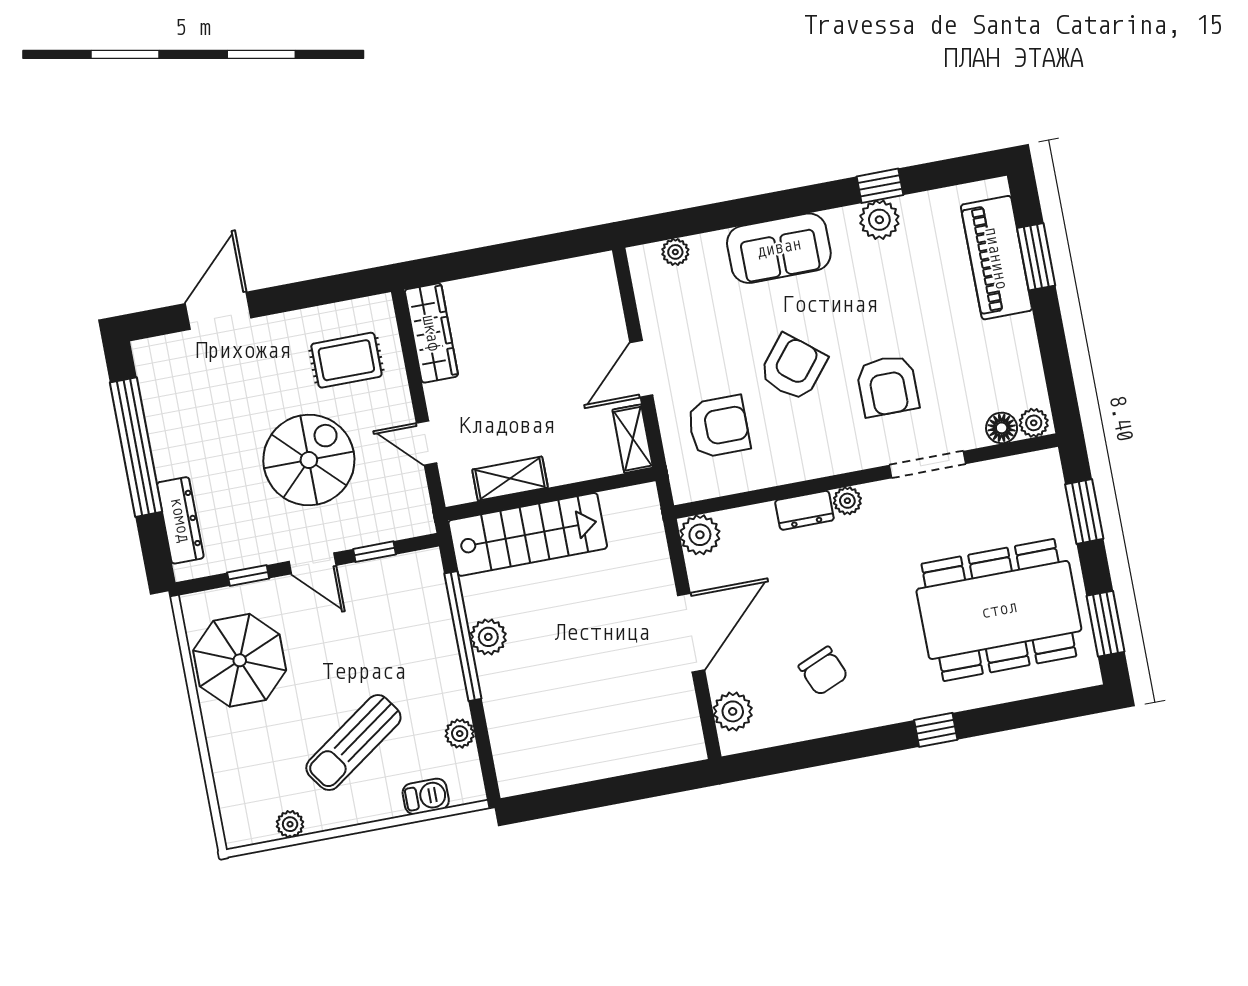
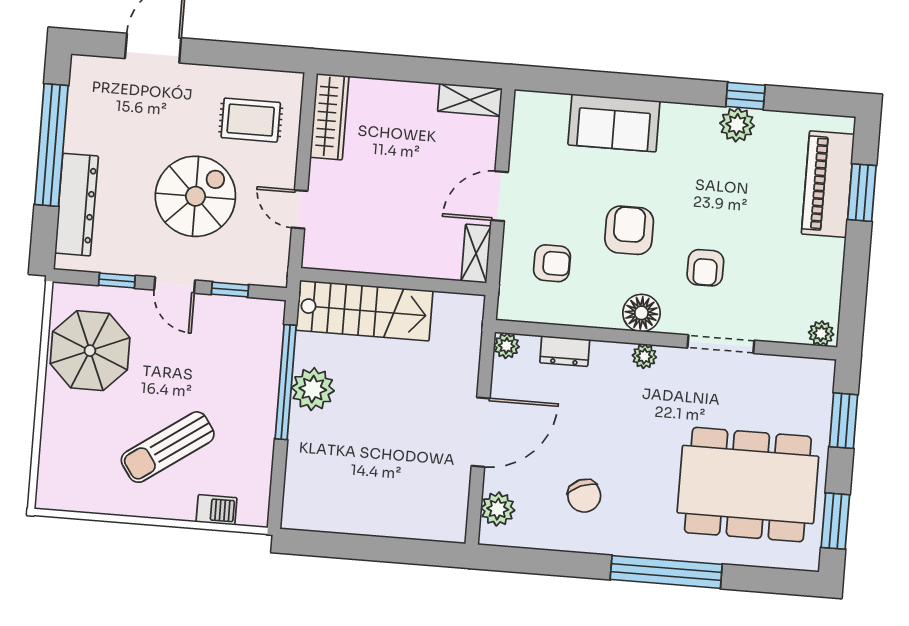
sofa: (779, 248) -> (614, 123), moved
plant: (675, 252) -> (556, 104), removed
armchair: (793, 367) -> (629, 230), turned -39
armchair: (888, 386) -> (705, 268), width x0.72, depth x0.72
armchair: (719, 427) -> (552, 263), width x0.72, depth x0.72
floor lamp: (1002, 428) -> (641, 313), moved, width x1.38, depth x1.38
shelving: (510, 479) -> (470, 100), moved
dresser: (804, 510) -> (565, 351), moved
dresser: (180, 520) -> (77, 205), width x1.37, depth x1.24
plant: (700, 535) -> (506, 346), width x0.73, depth x0.73
plant: (488, 637) -> (313, 389), width x1.36, depth x1.36
window: (936, 730) -> (666, 572), width x3.17
plant: (460, 734) -> (260, 464), removed
plant: (290, 824) -> (95, 502), removed

